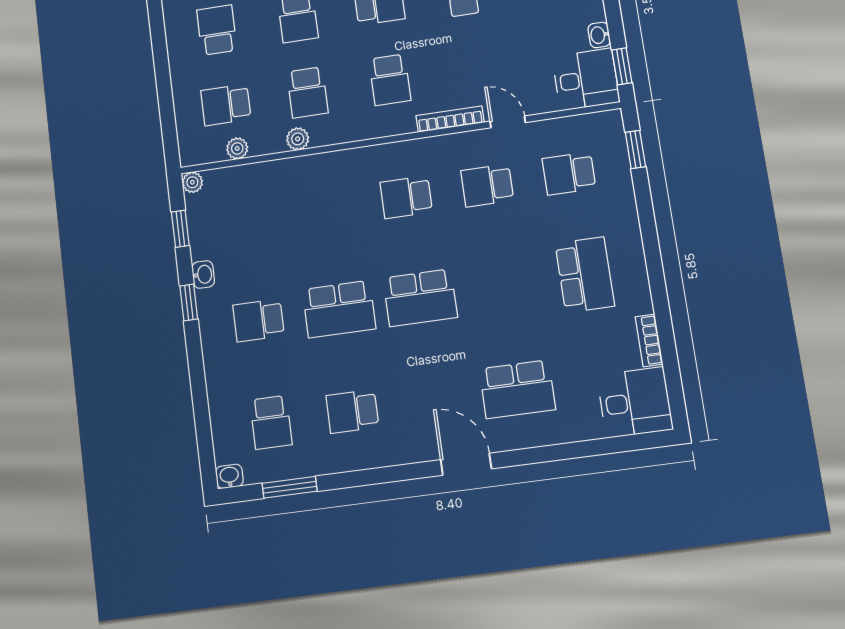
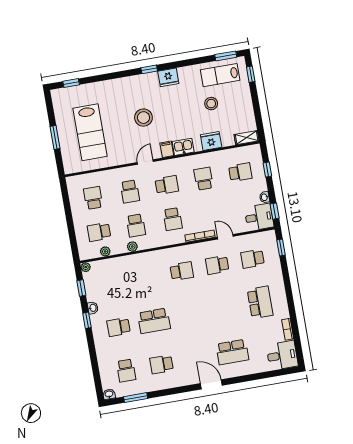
school desk: (406, 197) -> (182, 271), turned 180
school desk: (420, 298) -> (189, 315), removed

